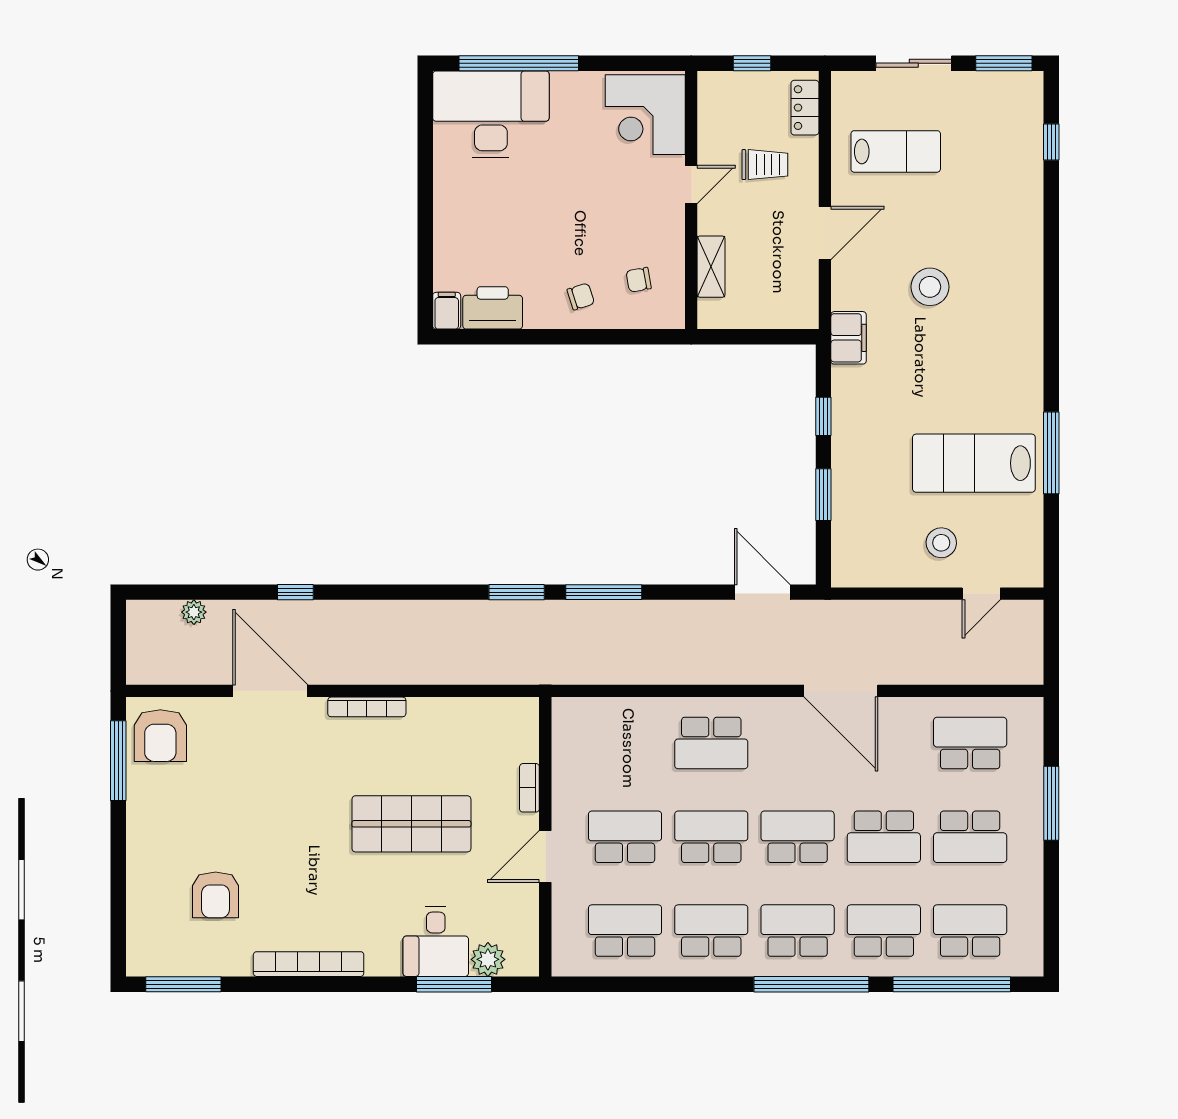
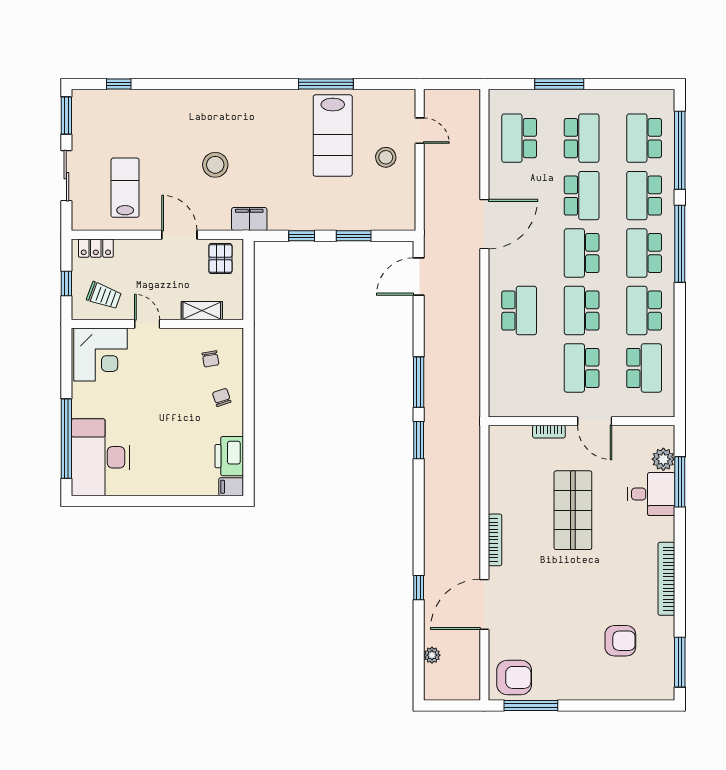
trolley: (765, 165) -> (104, 296), moved, turned 110
pallet: (789, 295) -> (220, 259), added
school desk: (625, 931) -> (644, 368), turned 180

